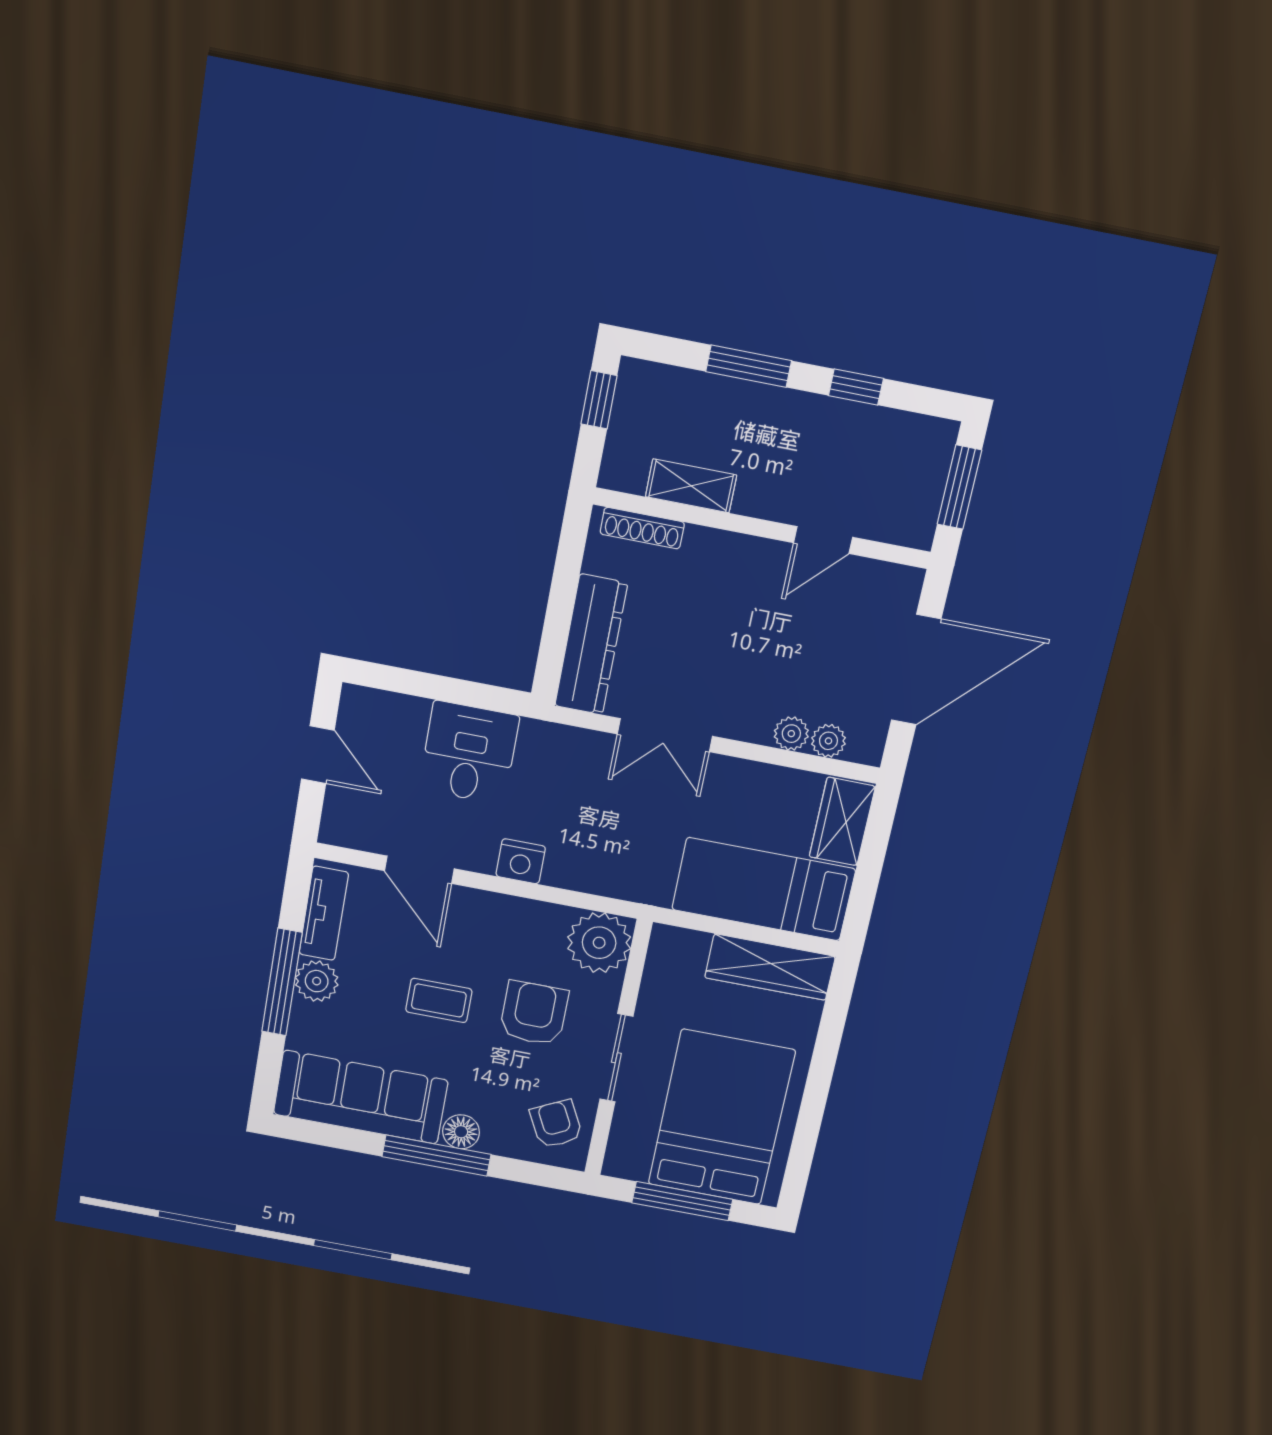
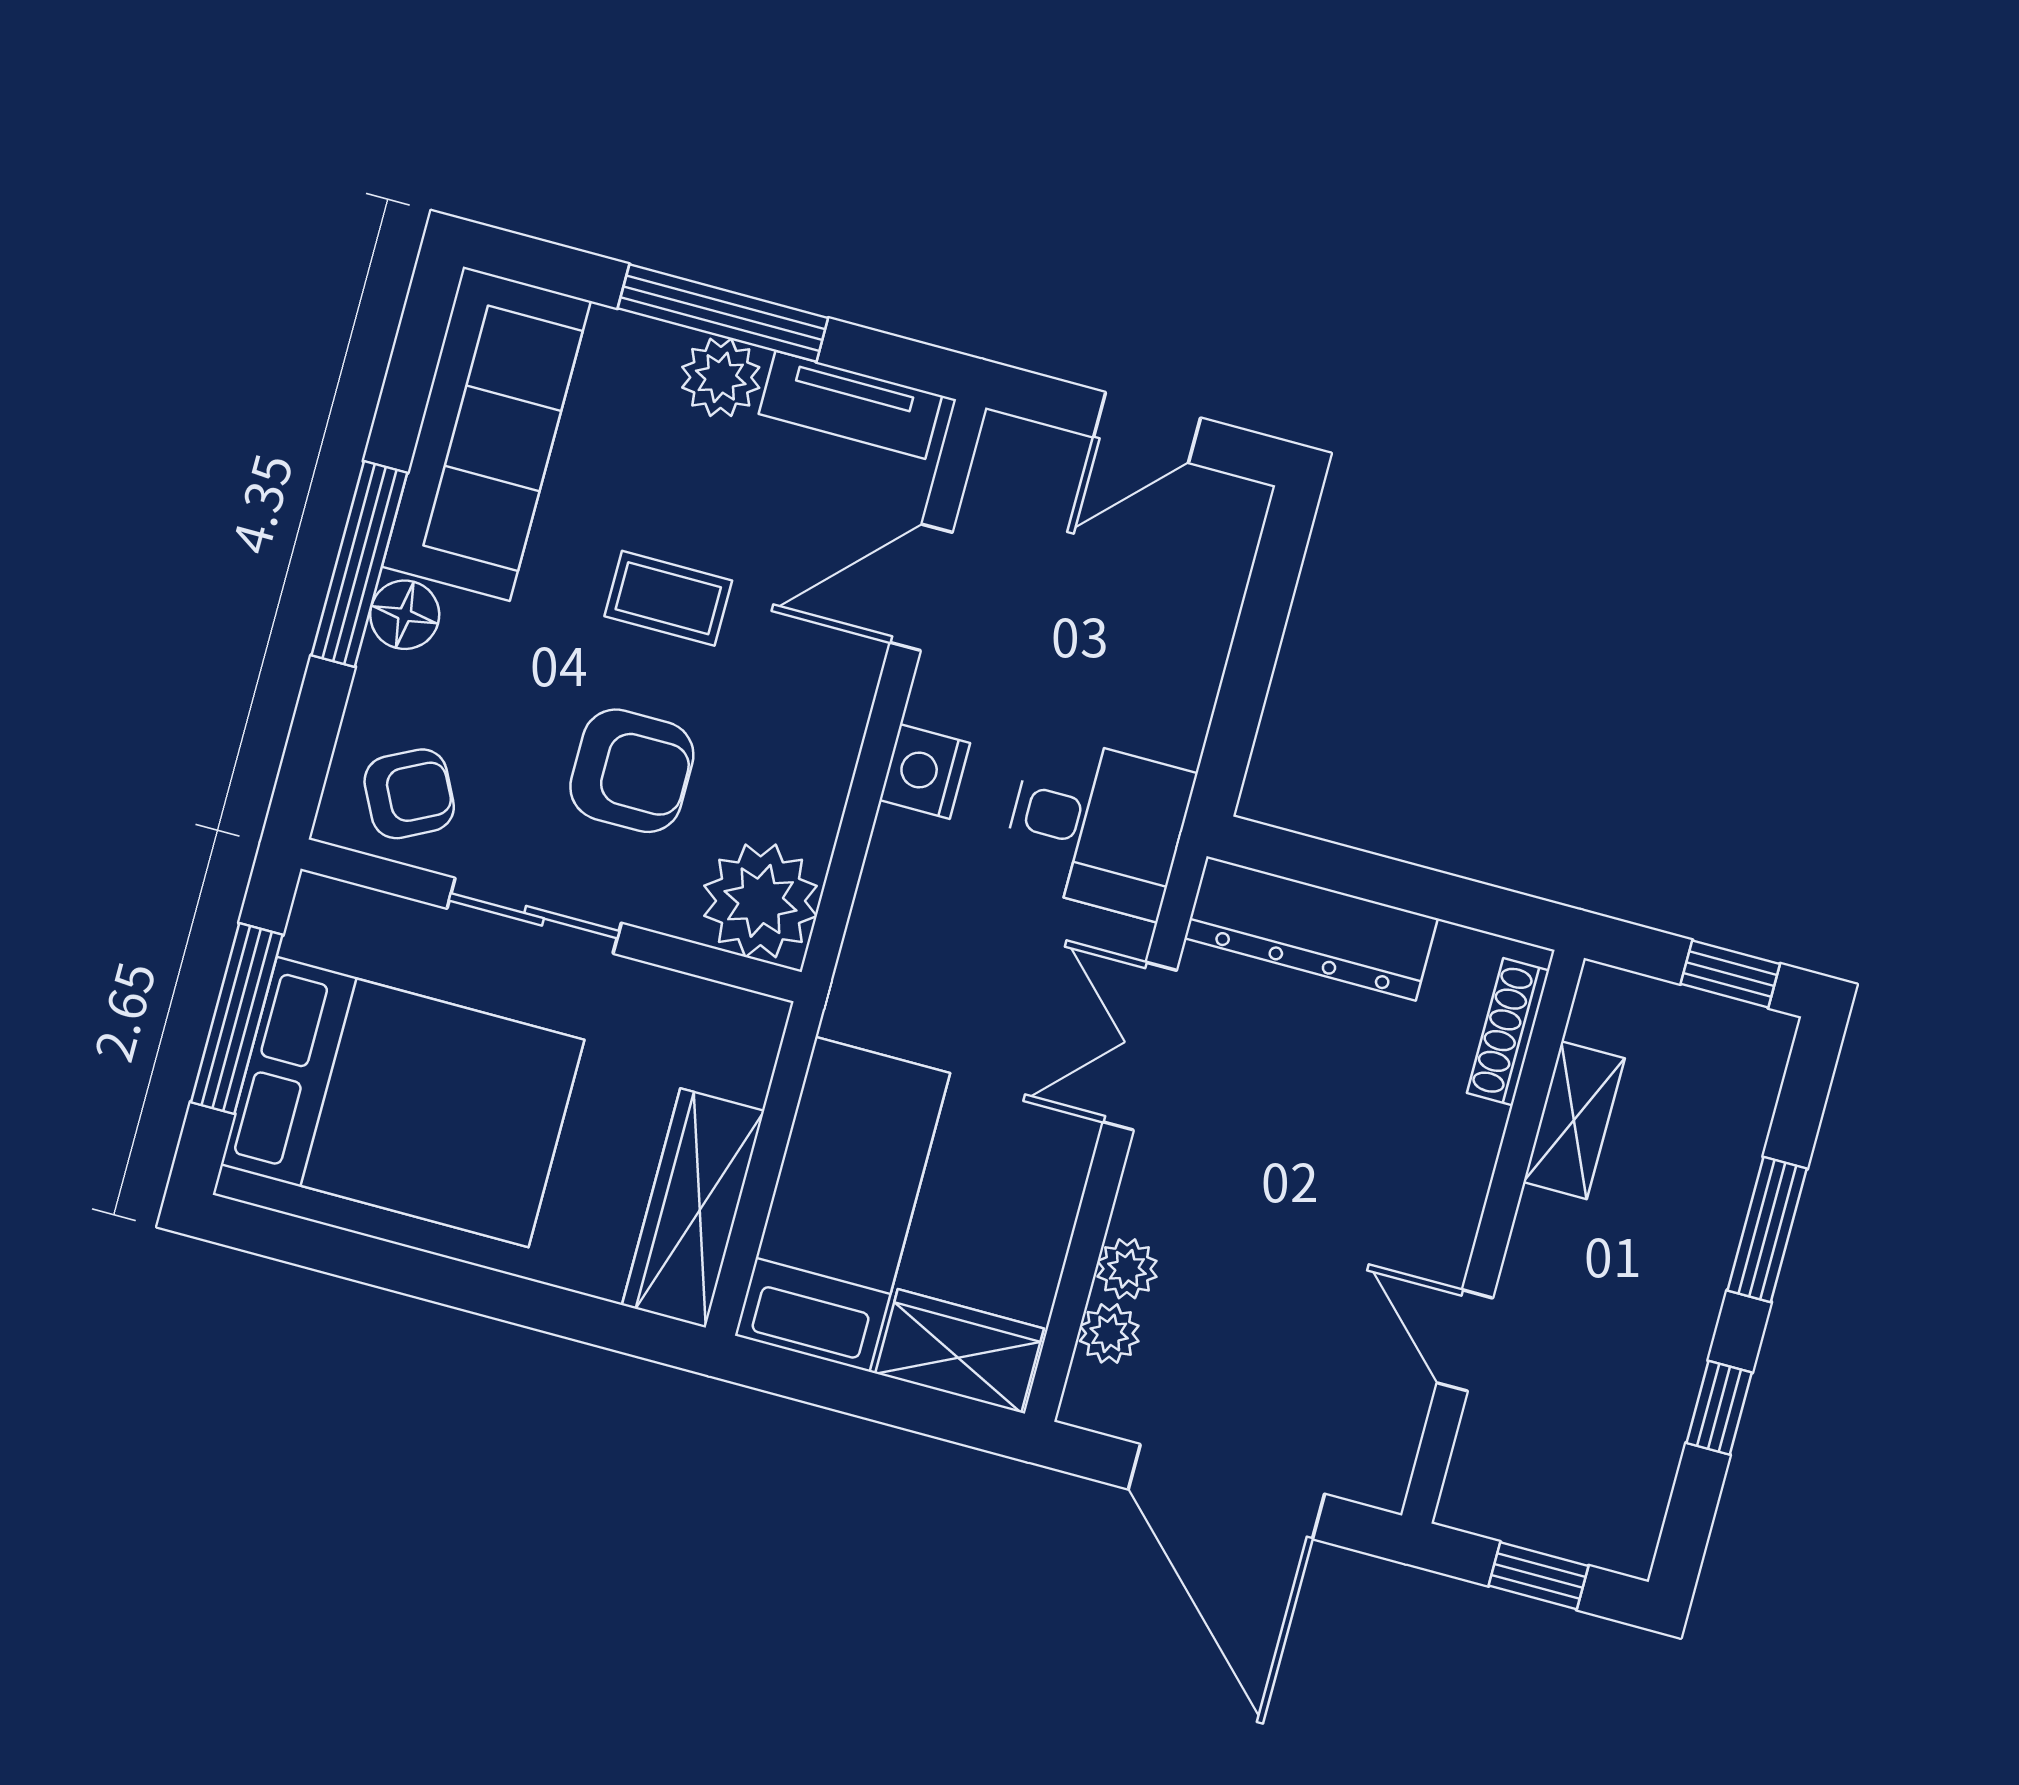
window: (959, 487) -> (1538, 1576), width x0.67
desk: (469, 753) -> (1097, 826), moved
coffee table: (439, 1000) -> (668, 598), turned 90

